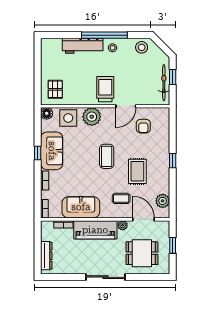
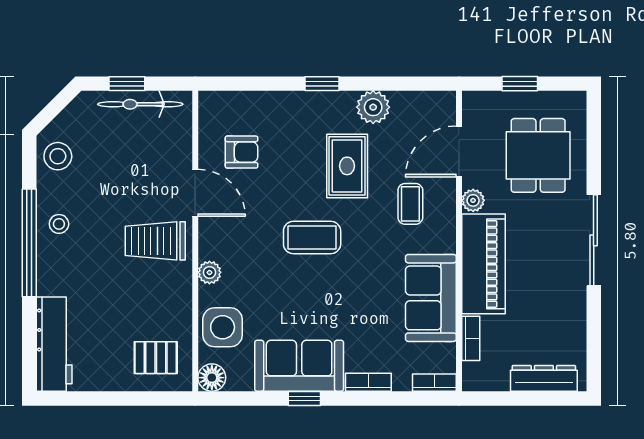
workbench: (83, 46) -> (54, 344), moved
plant: (92, 117) -> (209, 272), width x0.53, depth x0.53
rug: (137, 171) -> (347, 166), turned 90
plant: (163, 201) -> (373, 107), moved

